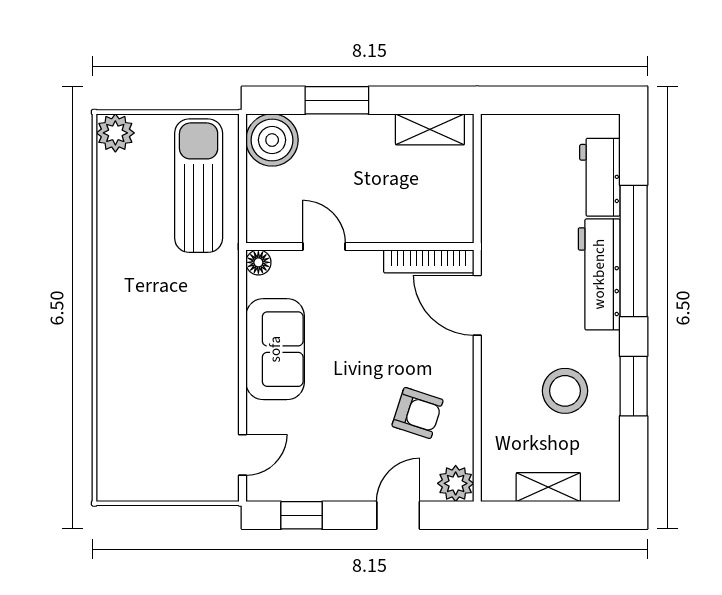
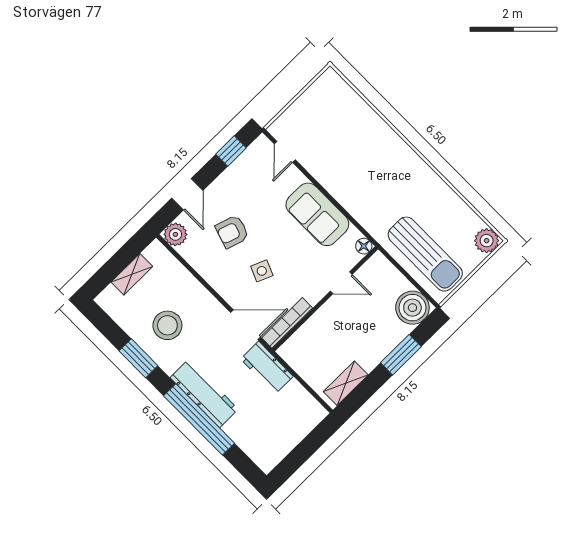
workbench: (600, 177) -> (267, 368), moved, turned 180
side table: (400, 347) -> (262, 271), added
armchair: (417, 413) -> (232, 232), moved

